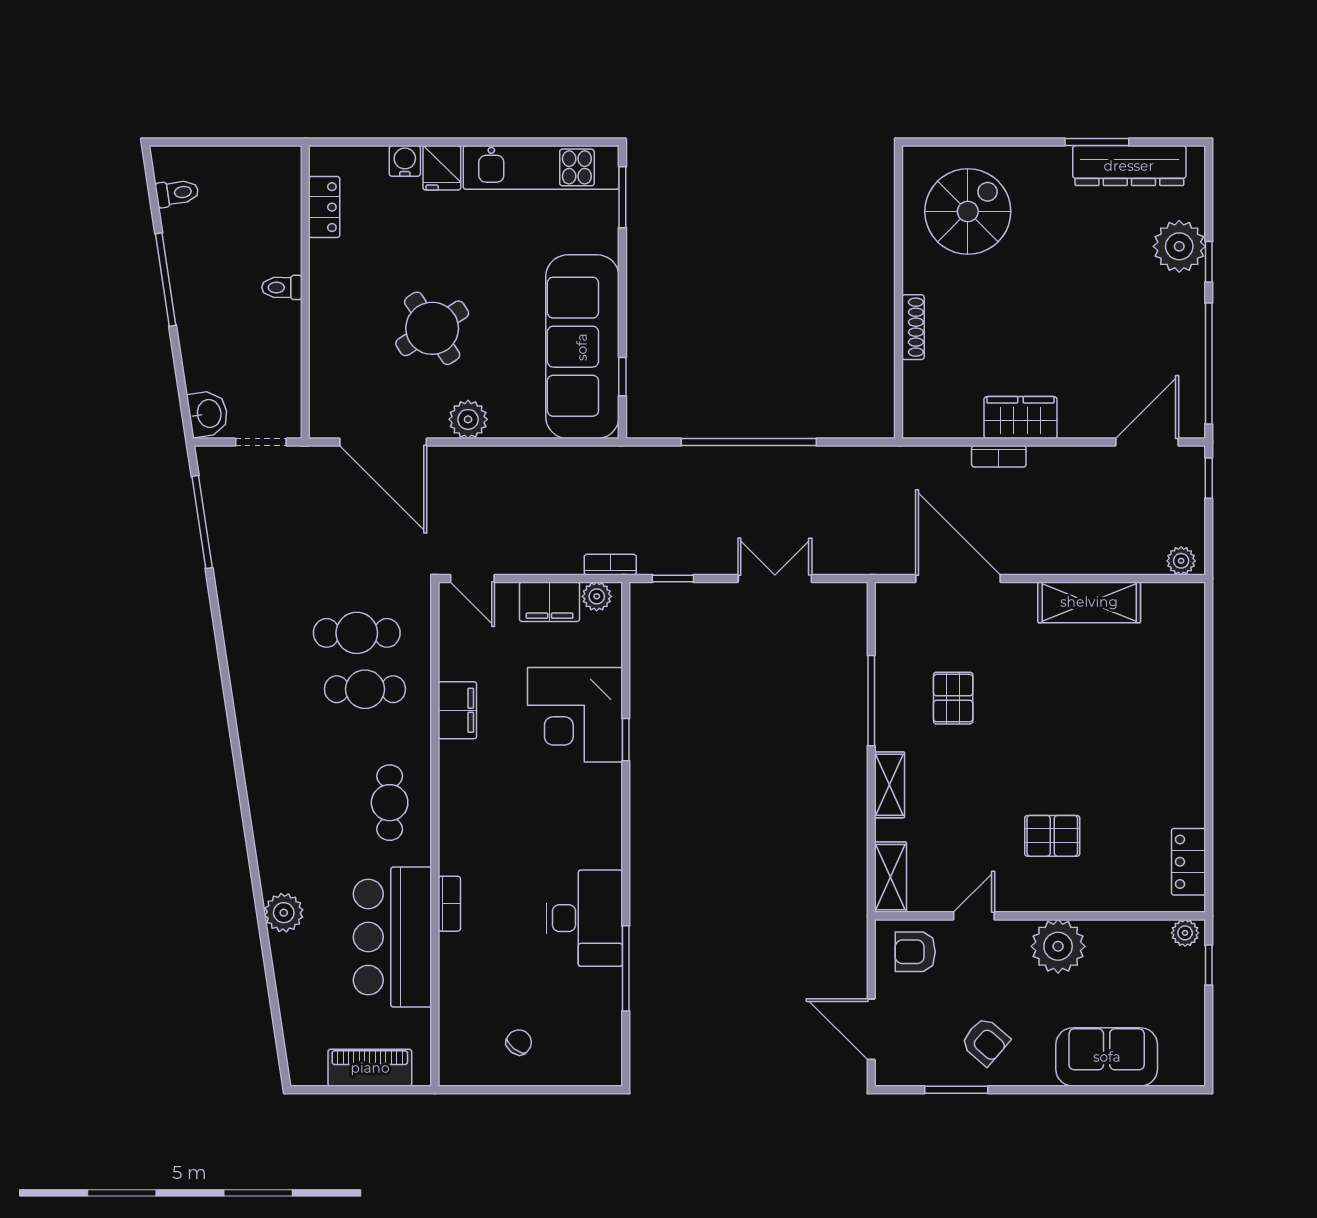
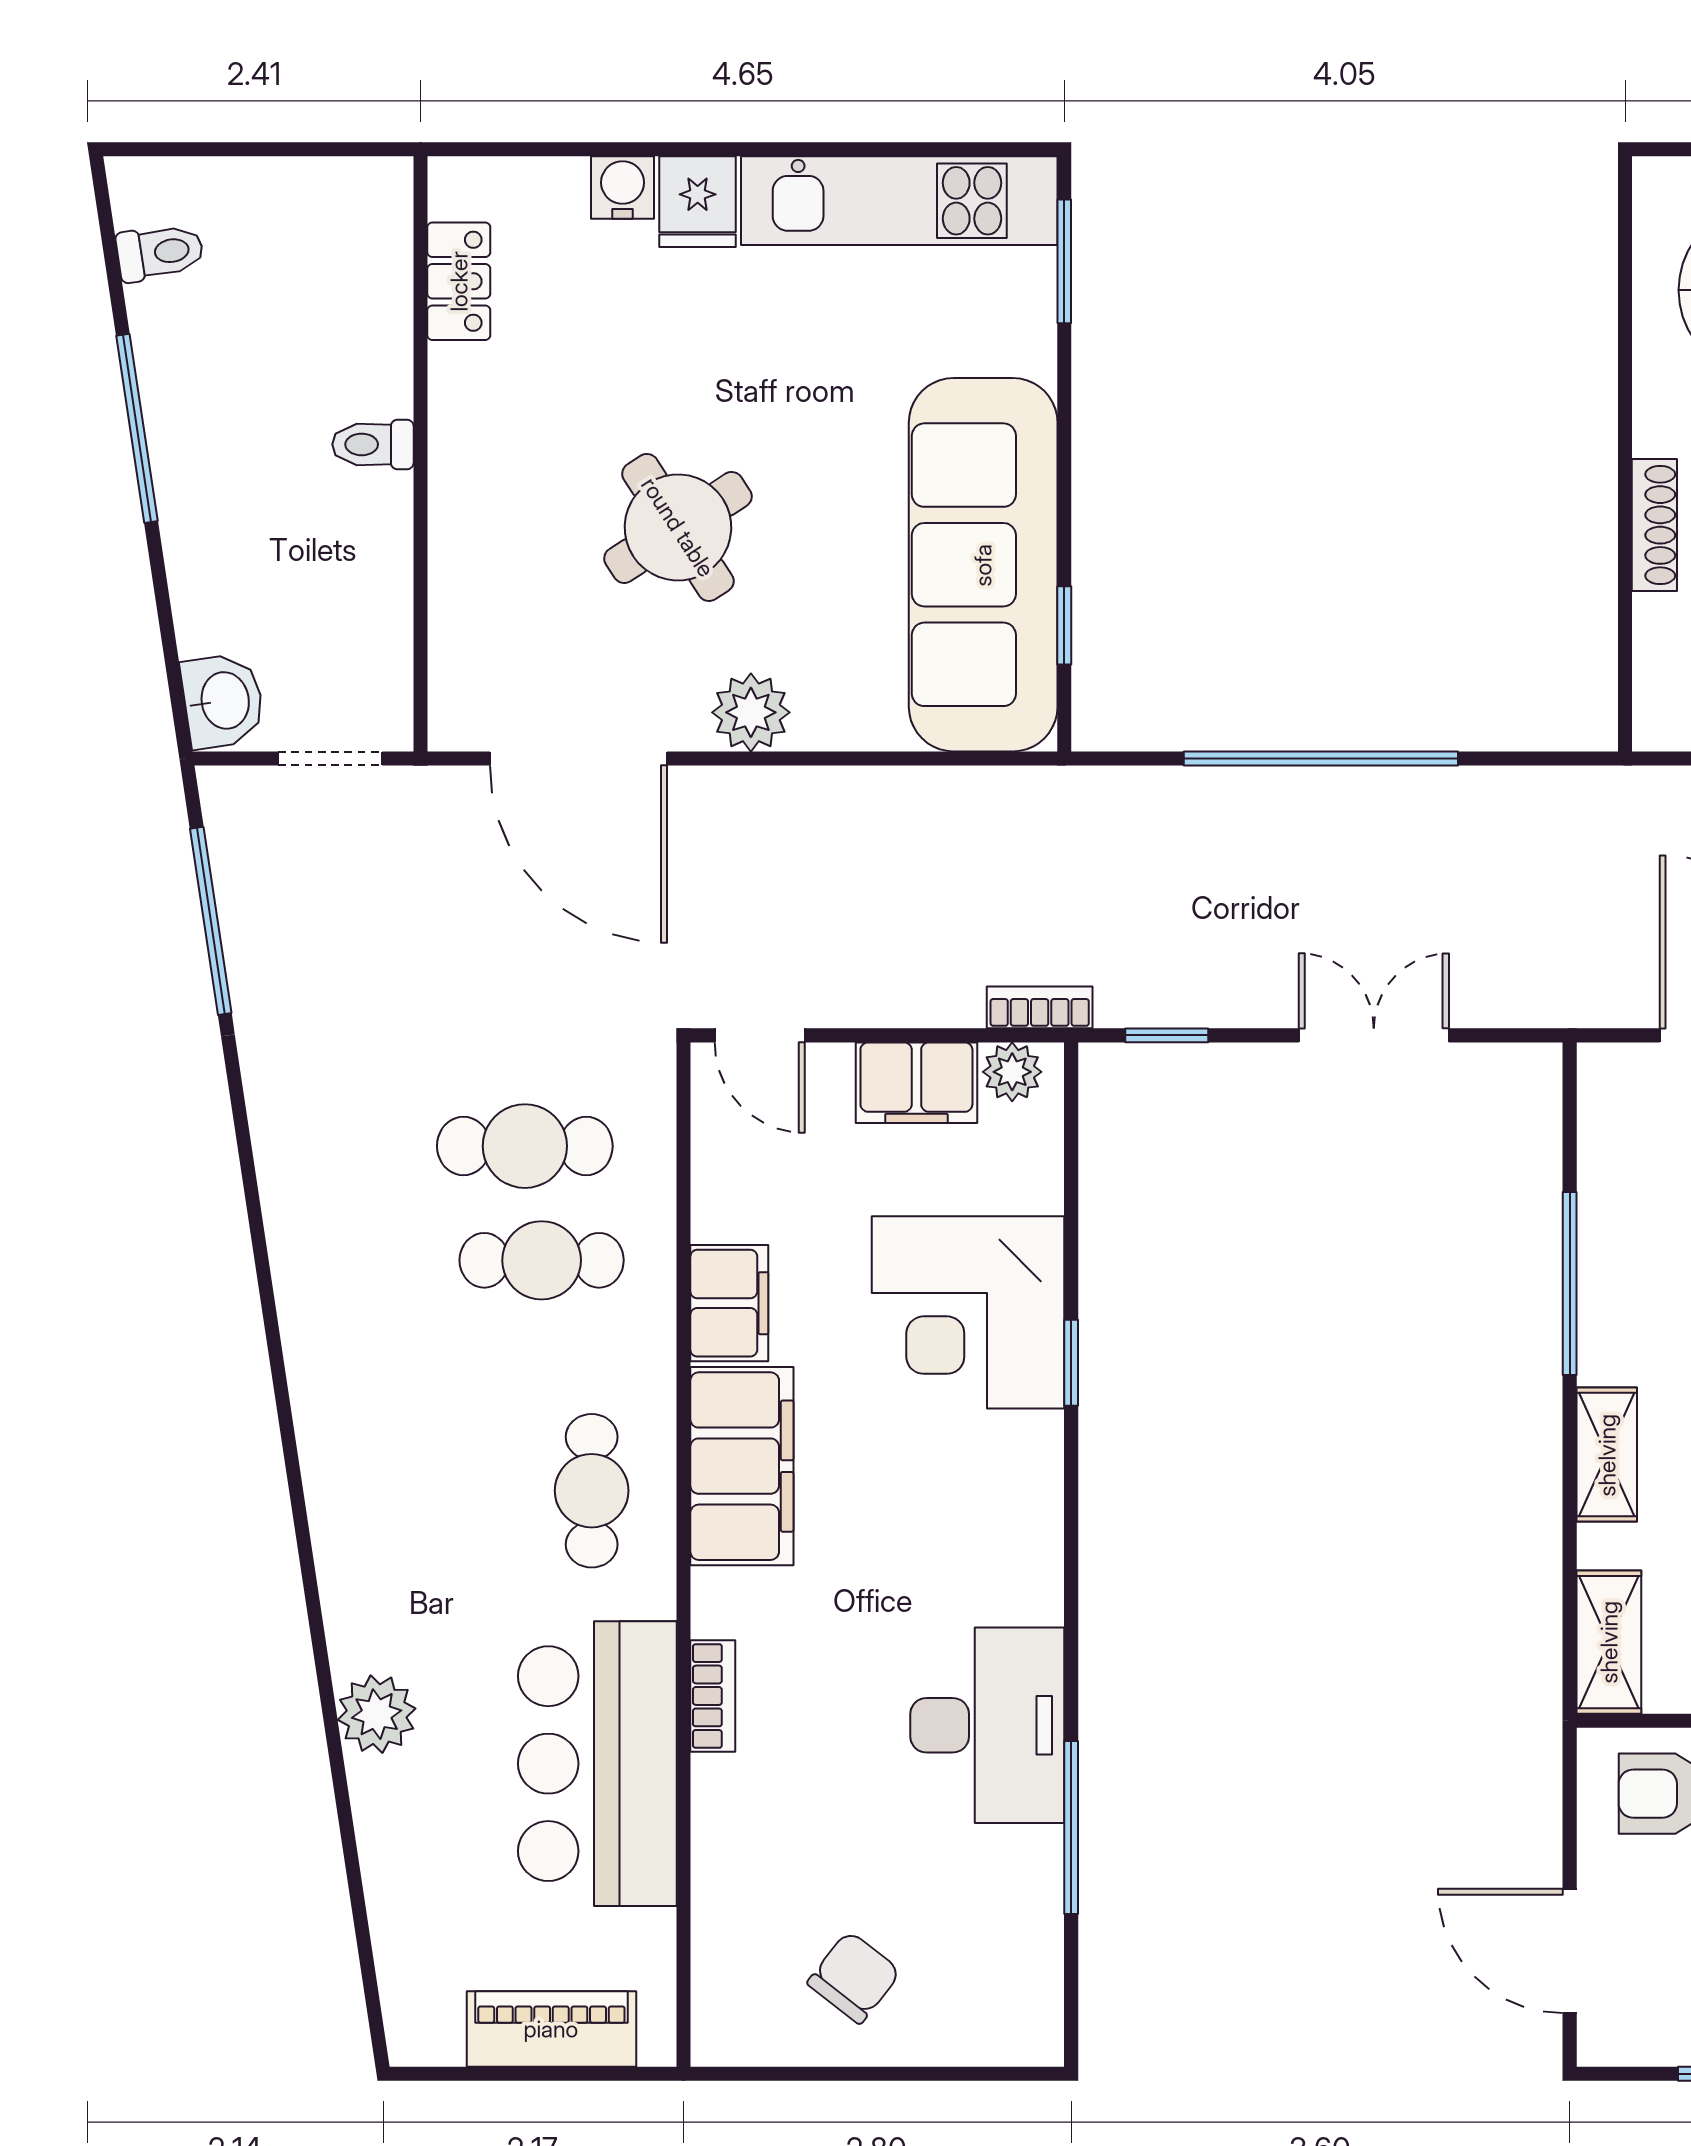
filing cabinet: (464, 791) -> (742, 1466), added
chair: (519, 1042) -> (854, 1977), width x1.37, depth x1.37

